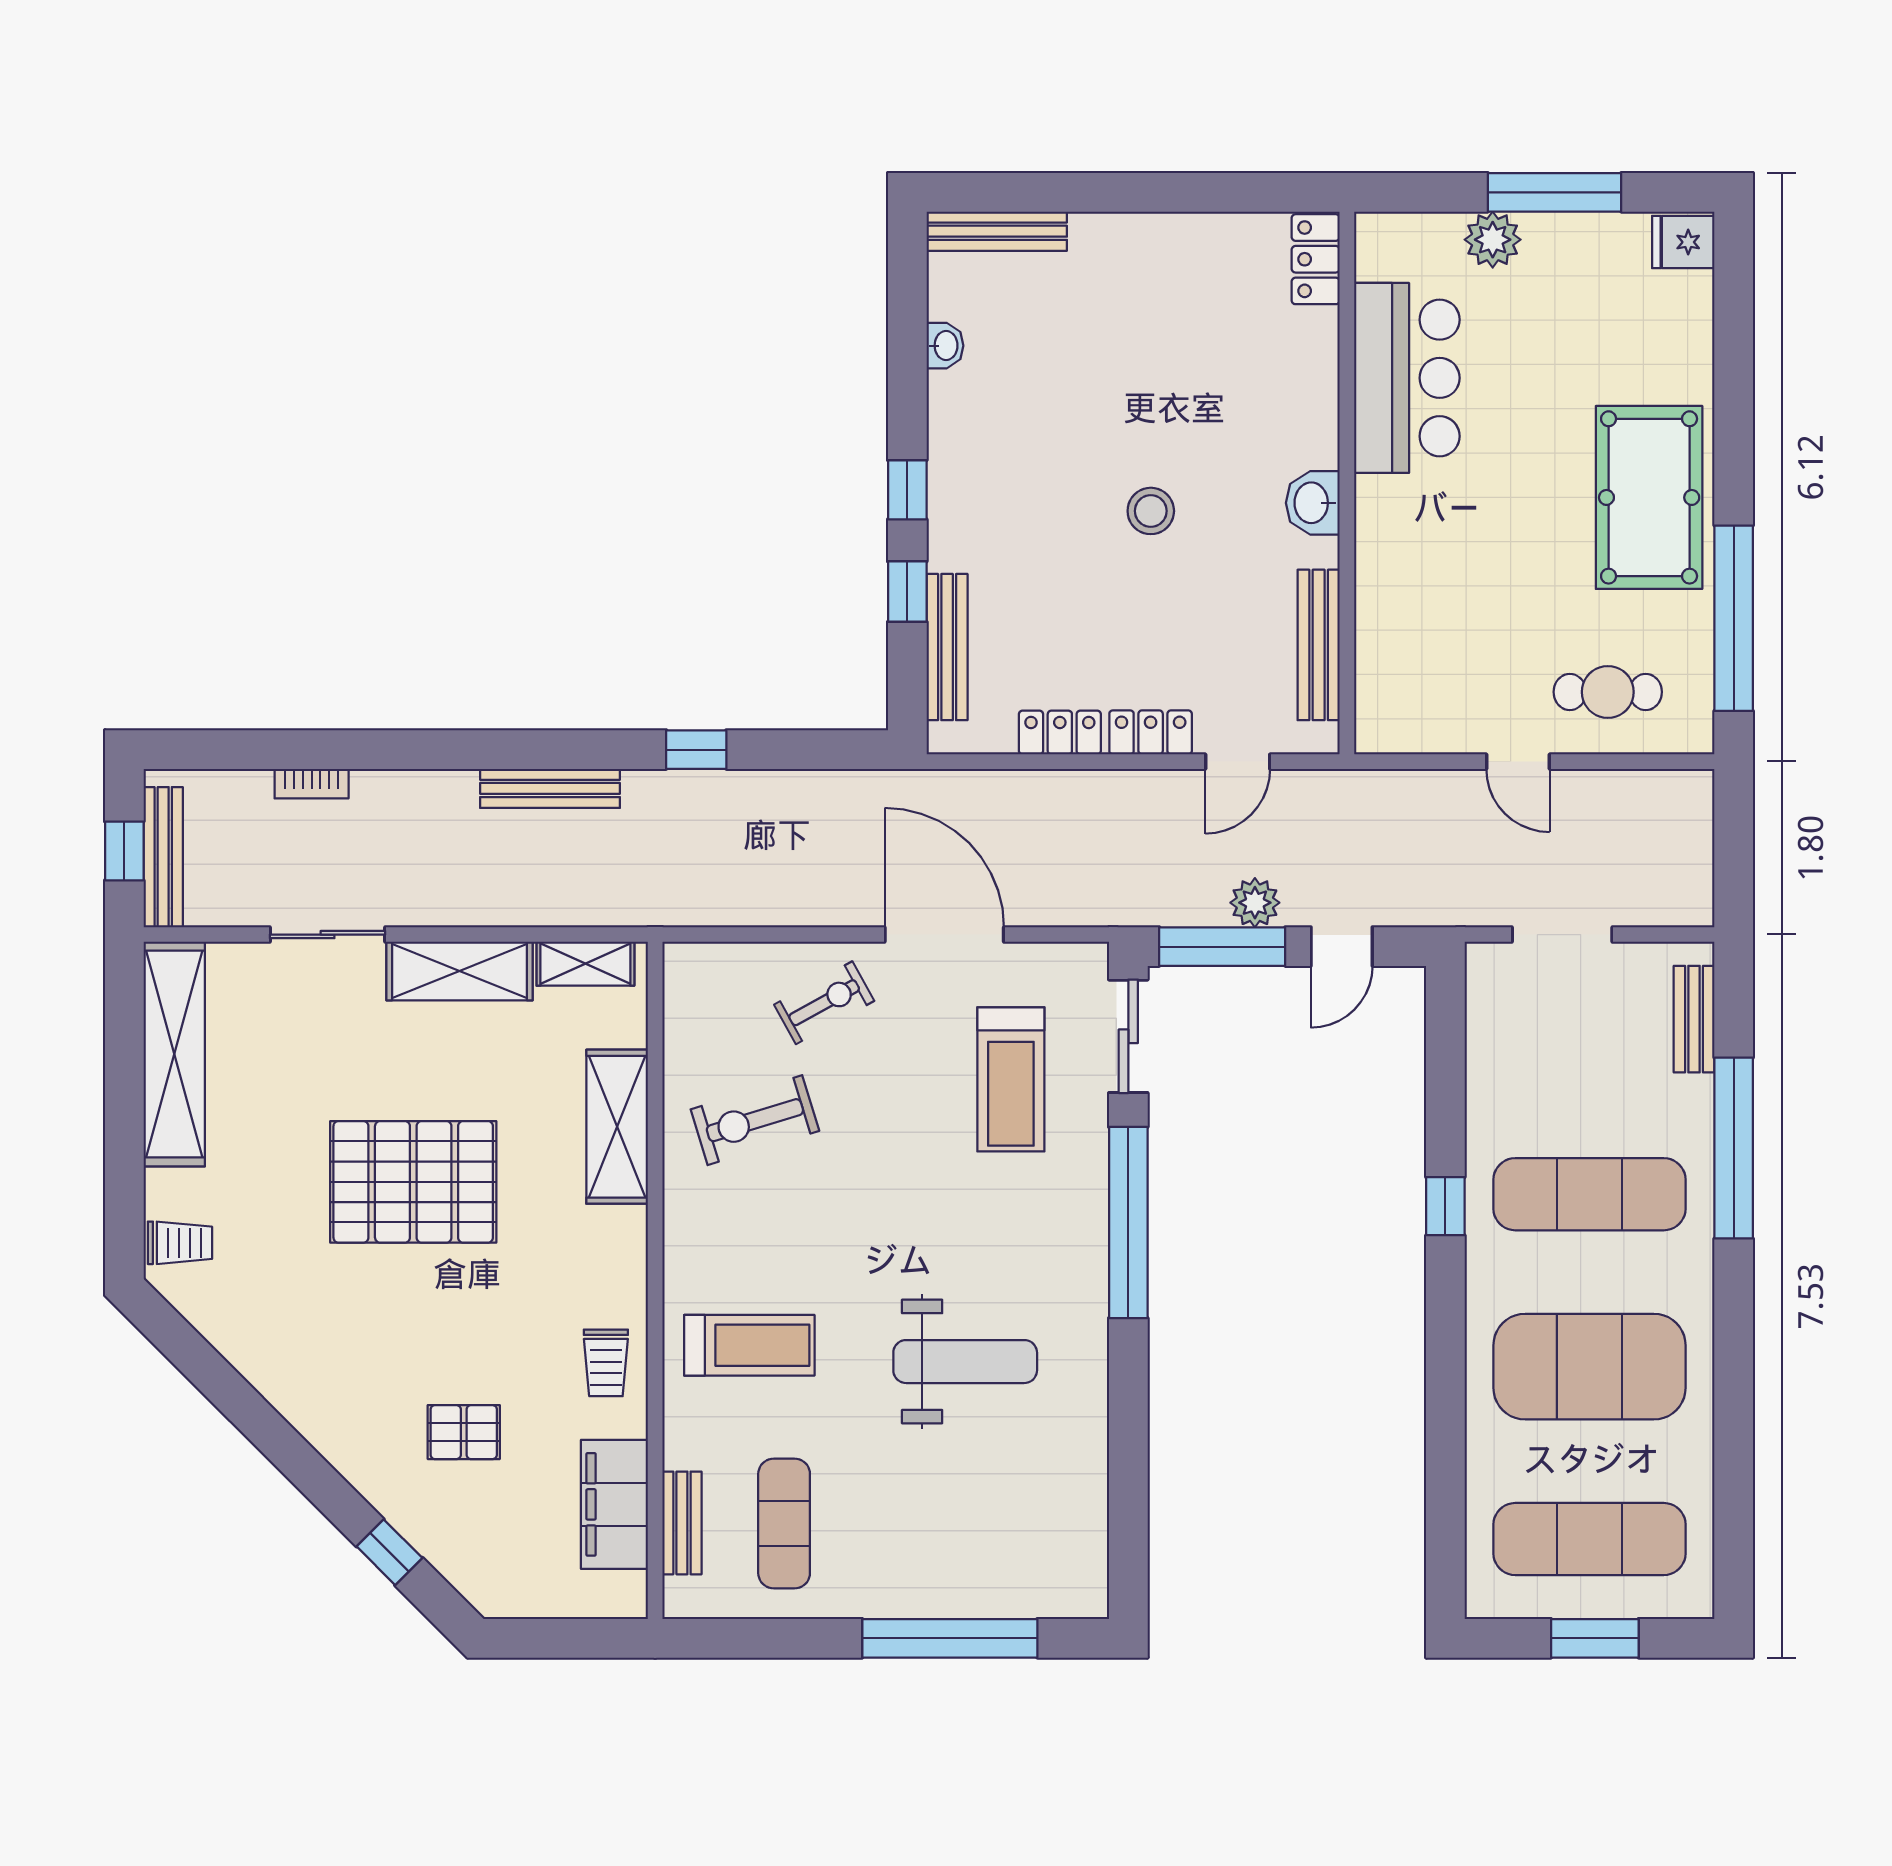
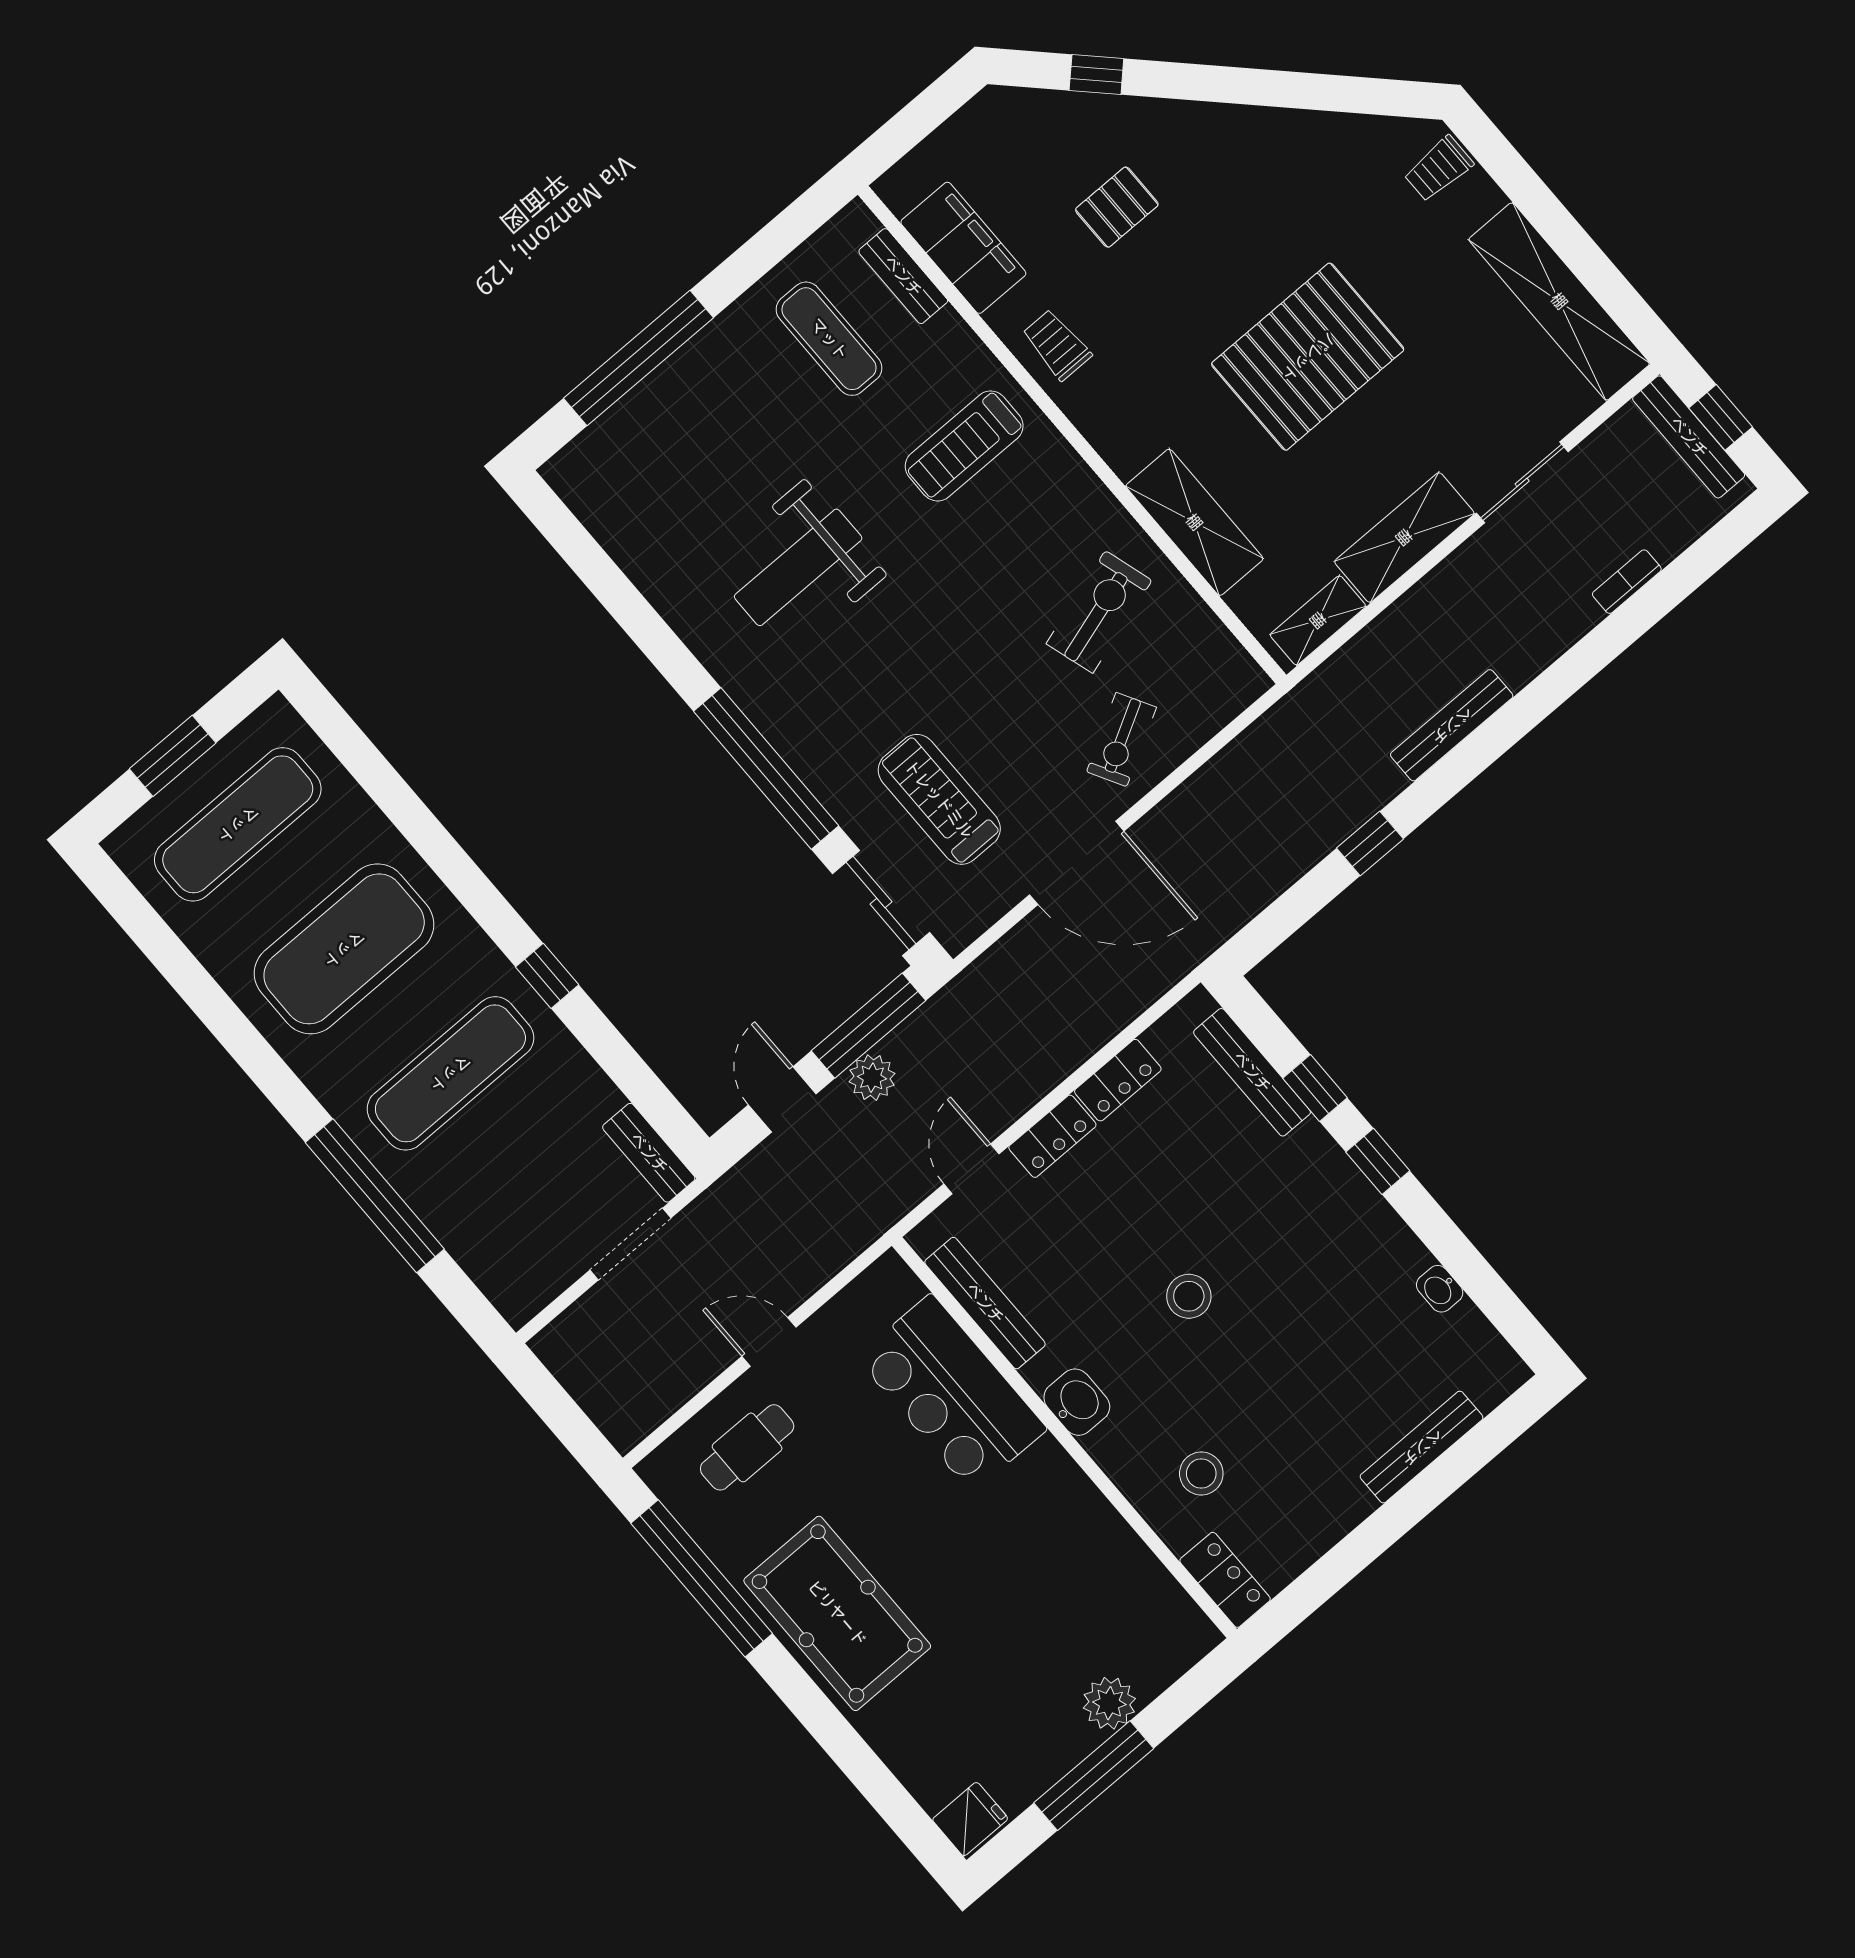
bench: (997, 231) -> (1422, 1447), moved
stool: (1262, 361) -> (1201, 1474), added
bar counter: (1407, 378) -> (952, 1393), moved
bench: (1694, 1019) -> (649, 1153), moved

